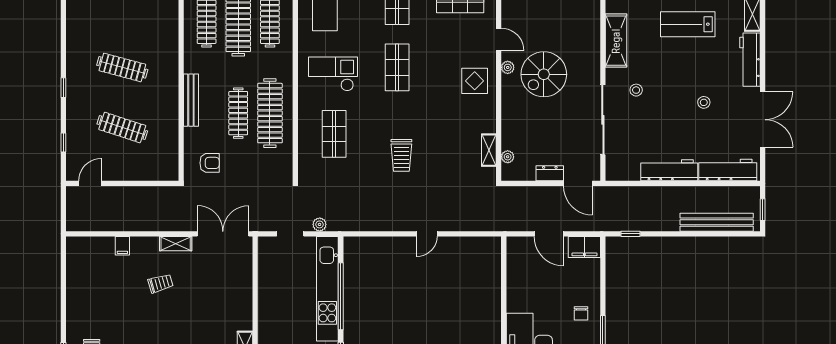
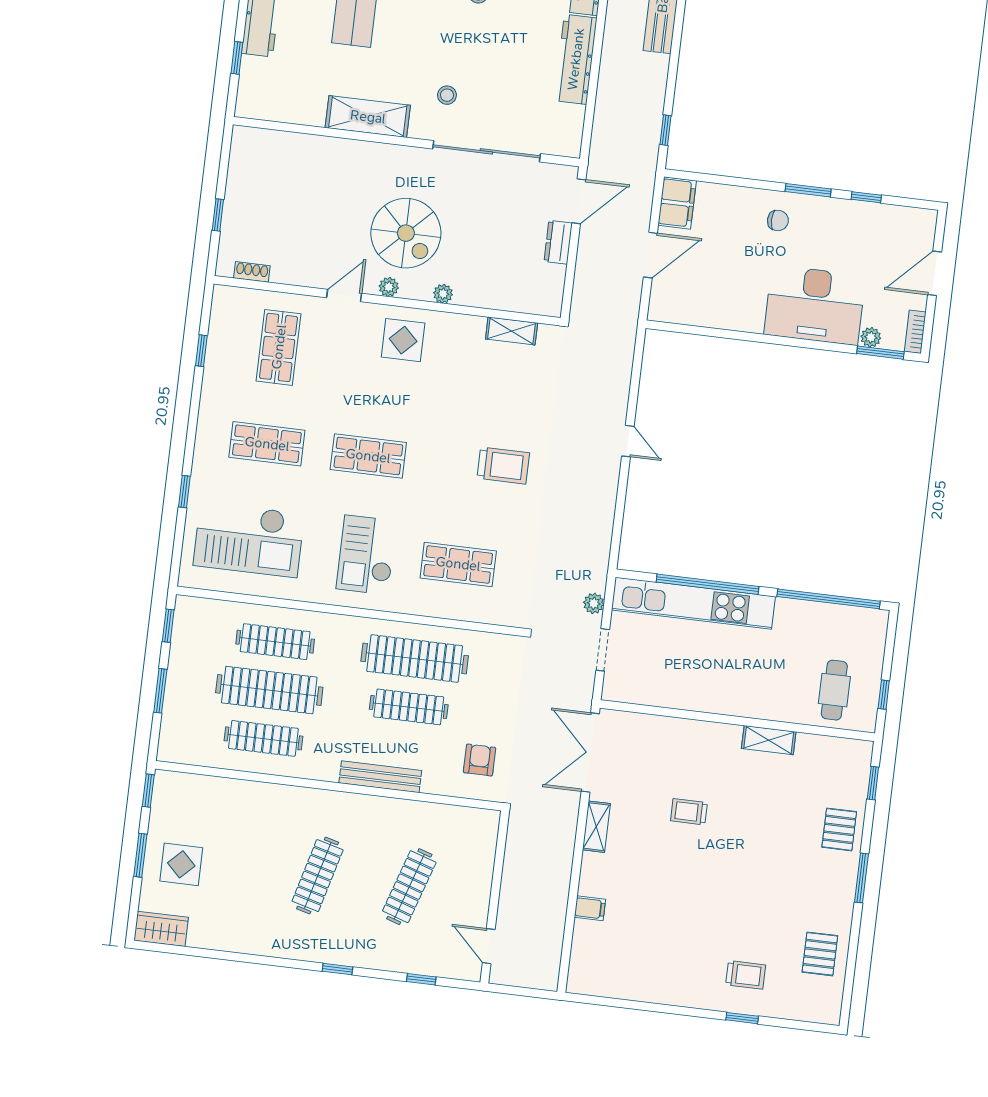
plant: (508, 157) -> (443, 294), moved
trolley: (161, 283) -> (689, 812), moved, turned -74

